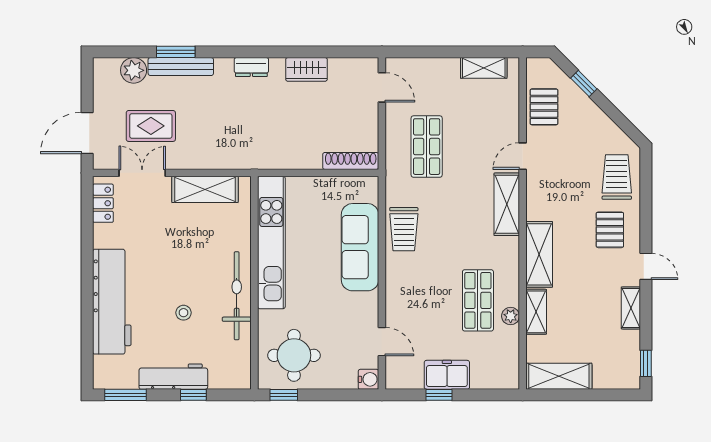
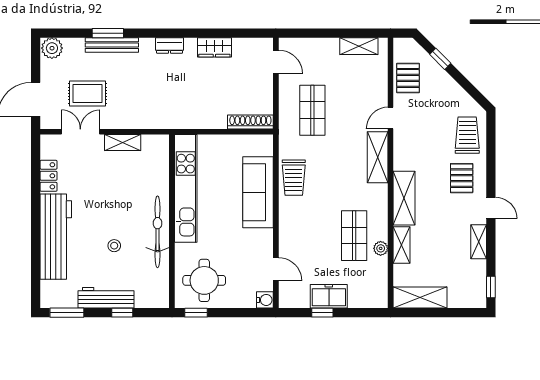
plant: (134, 70) -> (52, 48), moved
shelving: (205, 189) -> (123, 142), width x0.67, depth x0.75
locker: (103, 203) -> (49, 176), moved

